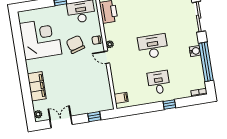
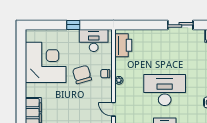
desk: (153, 46) -> (165, 90), width x1.36, depth x1.30
door: (107, 57) -> (113, 109), moved

